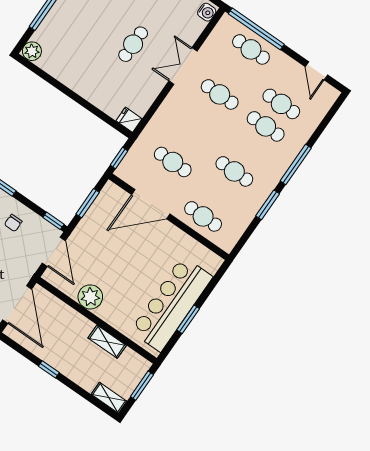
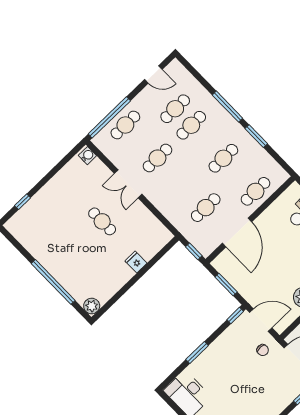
fridge: (129, 120) -> (136, 262), moved, turned 90
chair: (13, 223) -> (263, 350), moved

